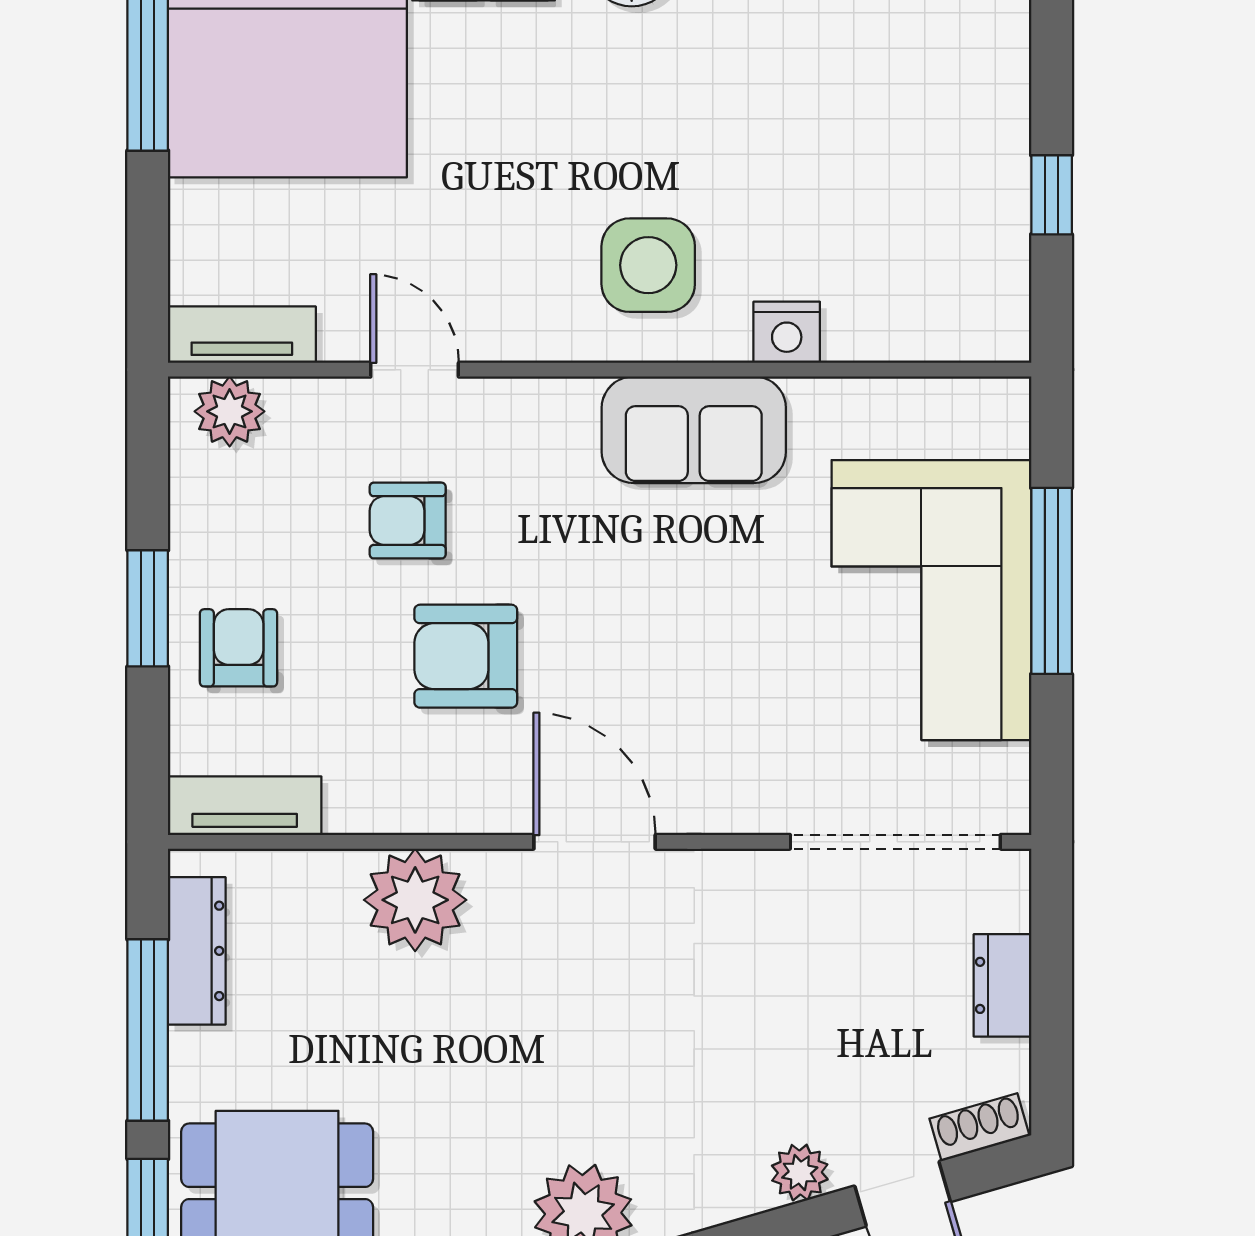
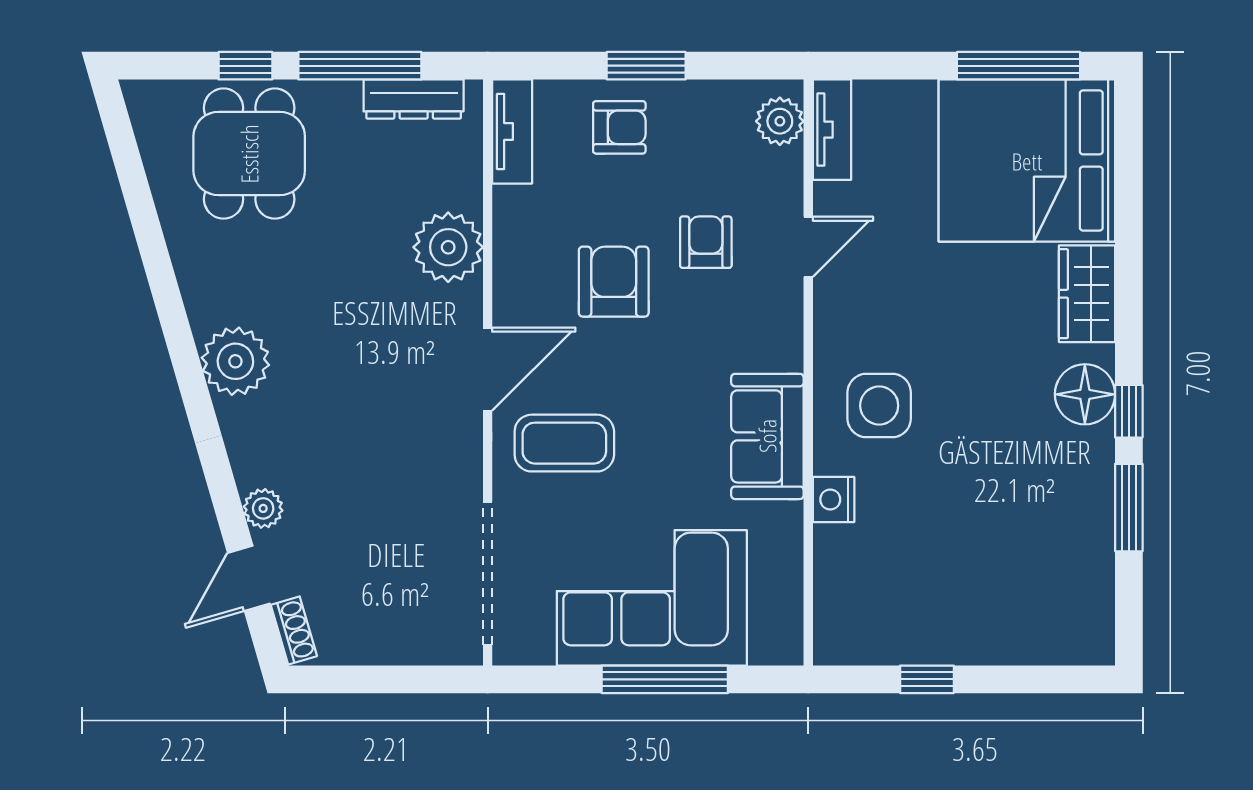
coffee table: (704, 729) -> (564, 443), added
dresser: (1003, 985) -> (390, 646), removed

